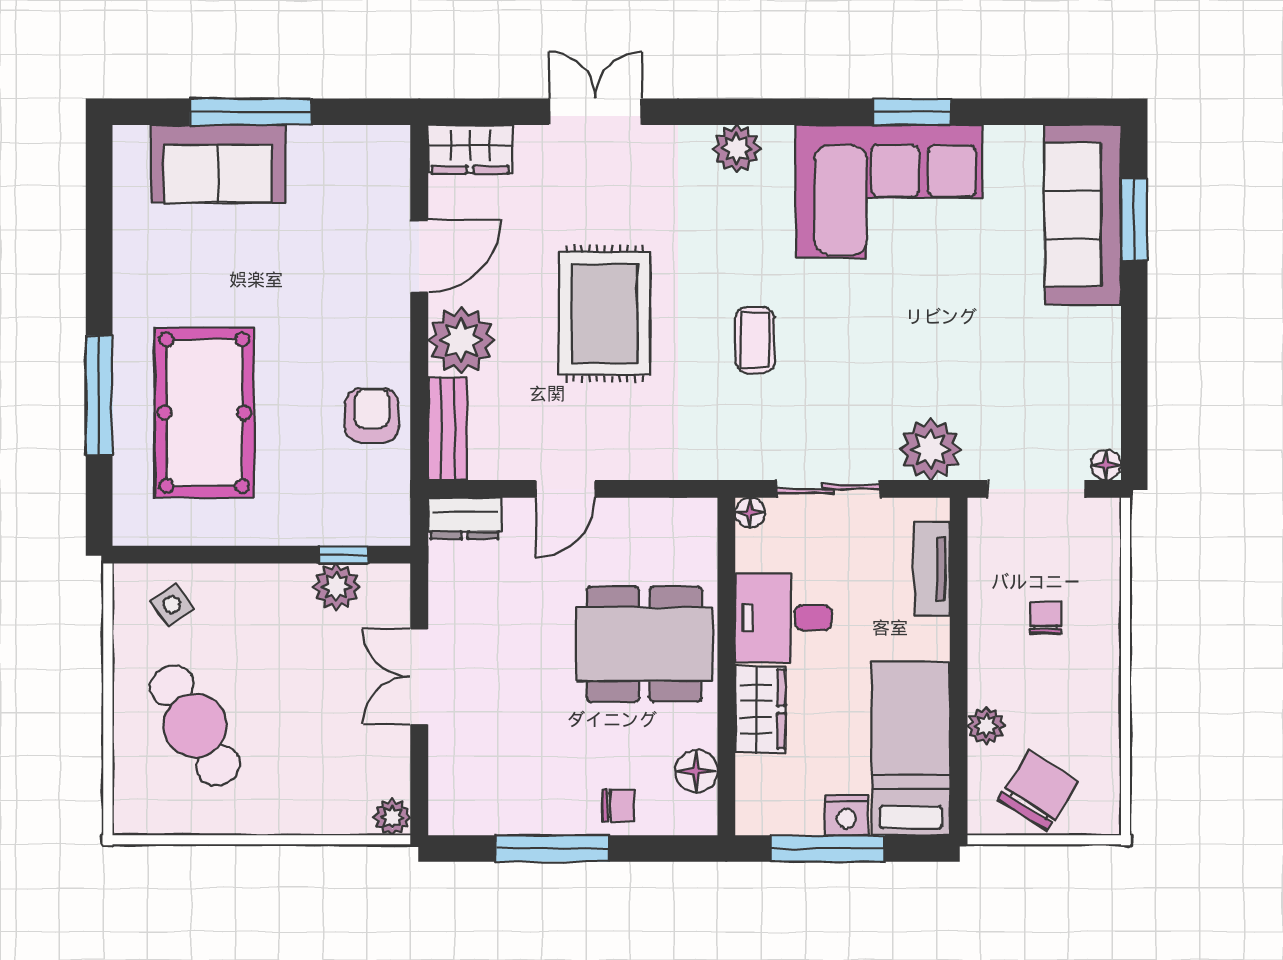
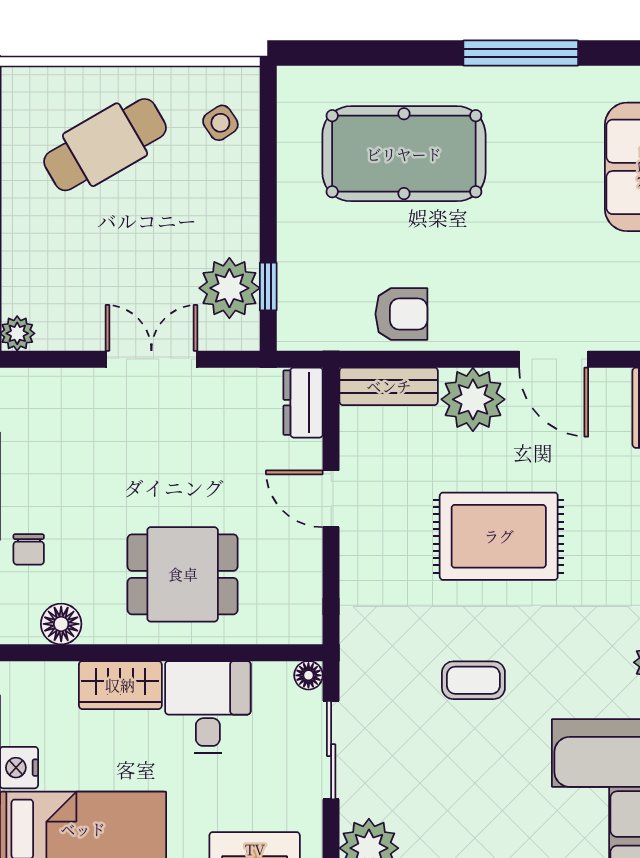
window: (99, 396) -> (521, 53), moved
plant: (336, 587) -> (229, 288), width x1.36, depth x1.36
dining table: (644, 644) -> (183, 574), width x0.73

